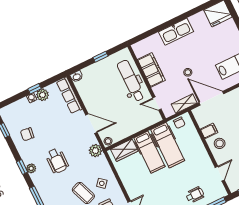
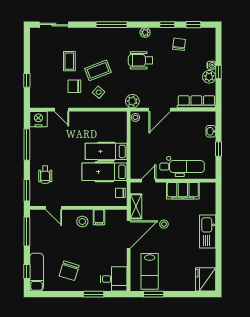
washbasin: (77, 77) -> (211, 131), moved
wardrobe: (124, 150) -> (120, 129), removed
window: (22, 167) -> (167, 25), moved

